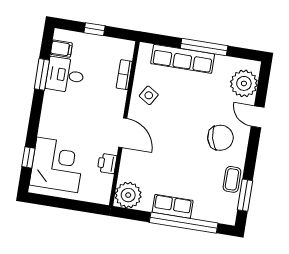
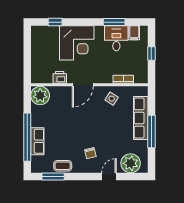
chair: (220, 138) -> (90, 153), width x0.54, depth x0.54
corner desk: (57, 165) -> (77, 43), moved
row of seats: (173, 206) -> (37, 141), moved

